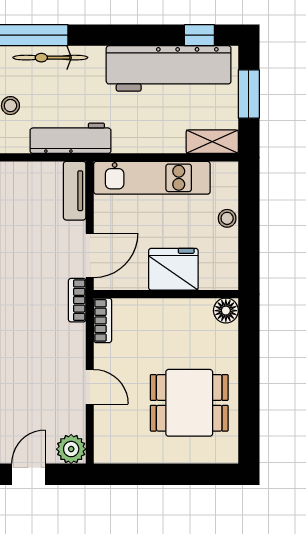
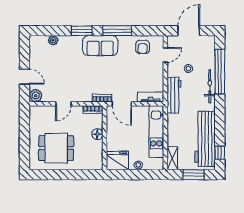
fridge: (173, 269) -> (117, 161), moved, turned -90
floor lamp: (226, 311) -> (97, 134), moved
dining table: (189, 403) -> (56, 148), turned 90

